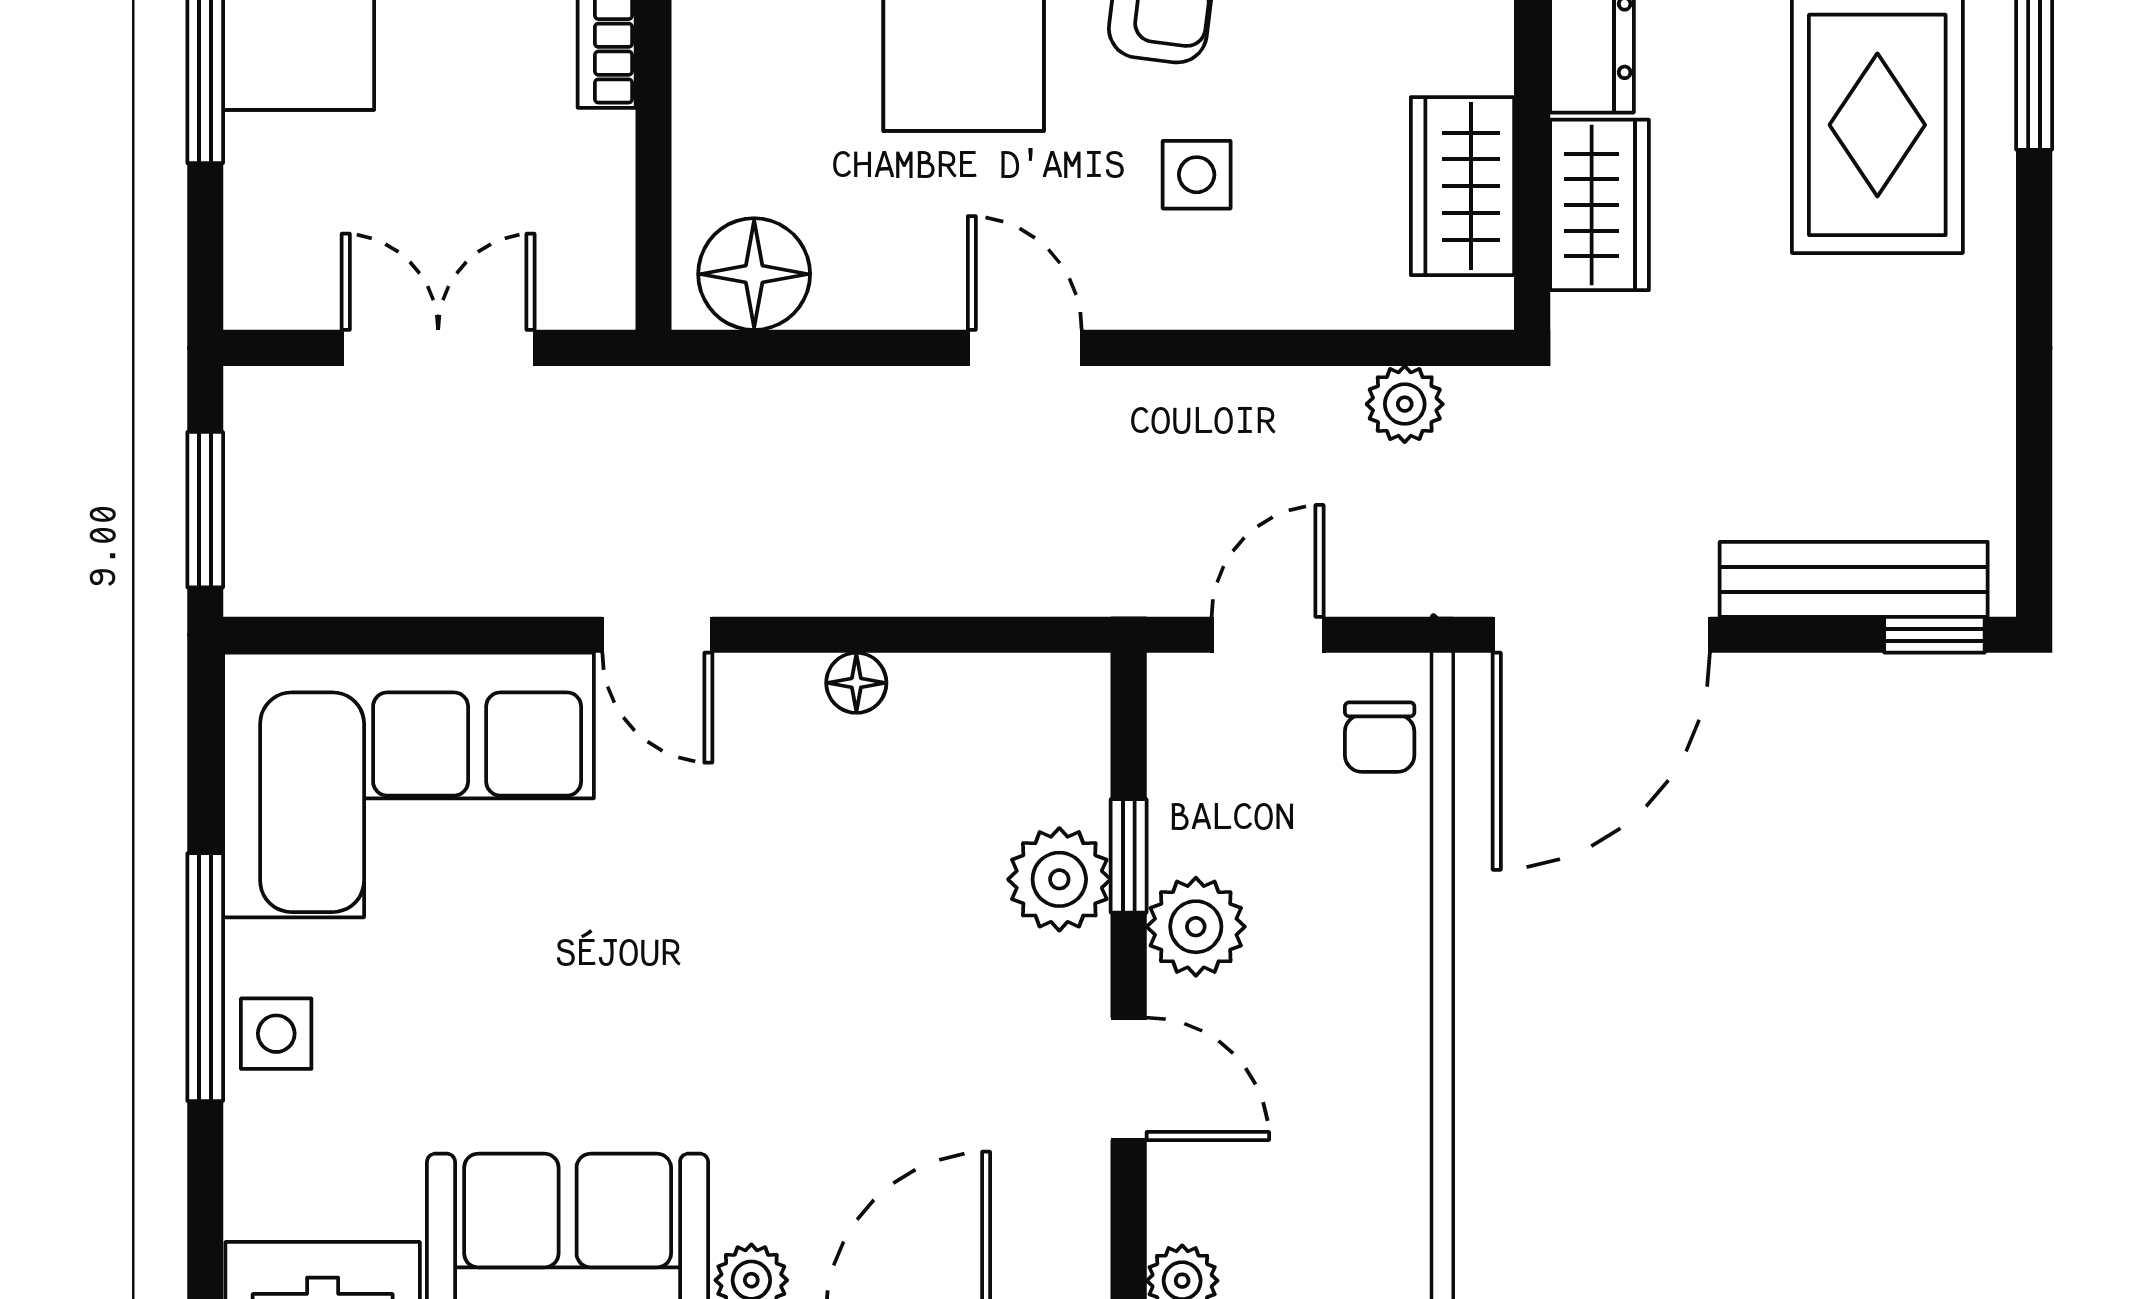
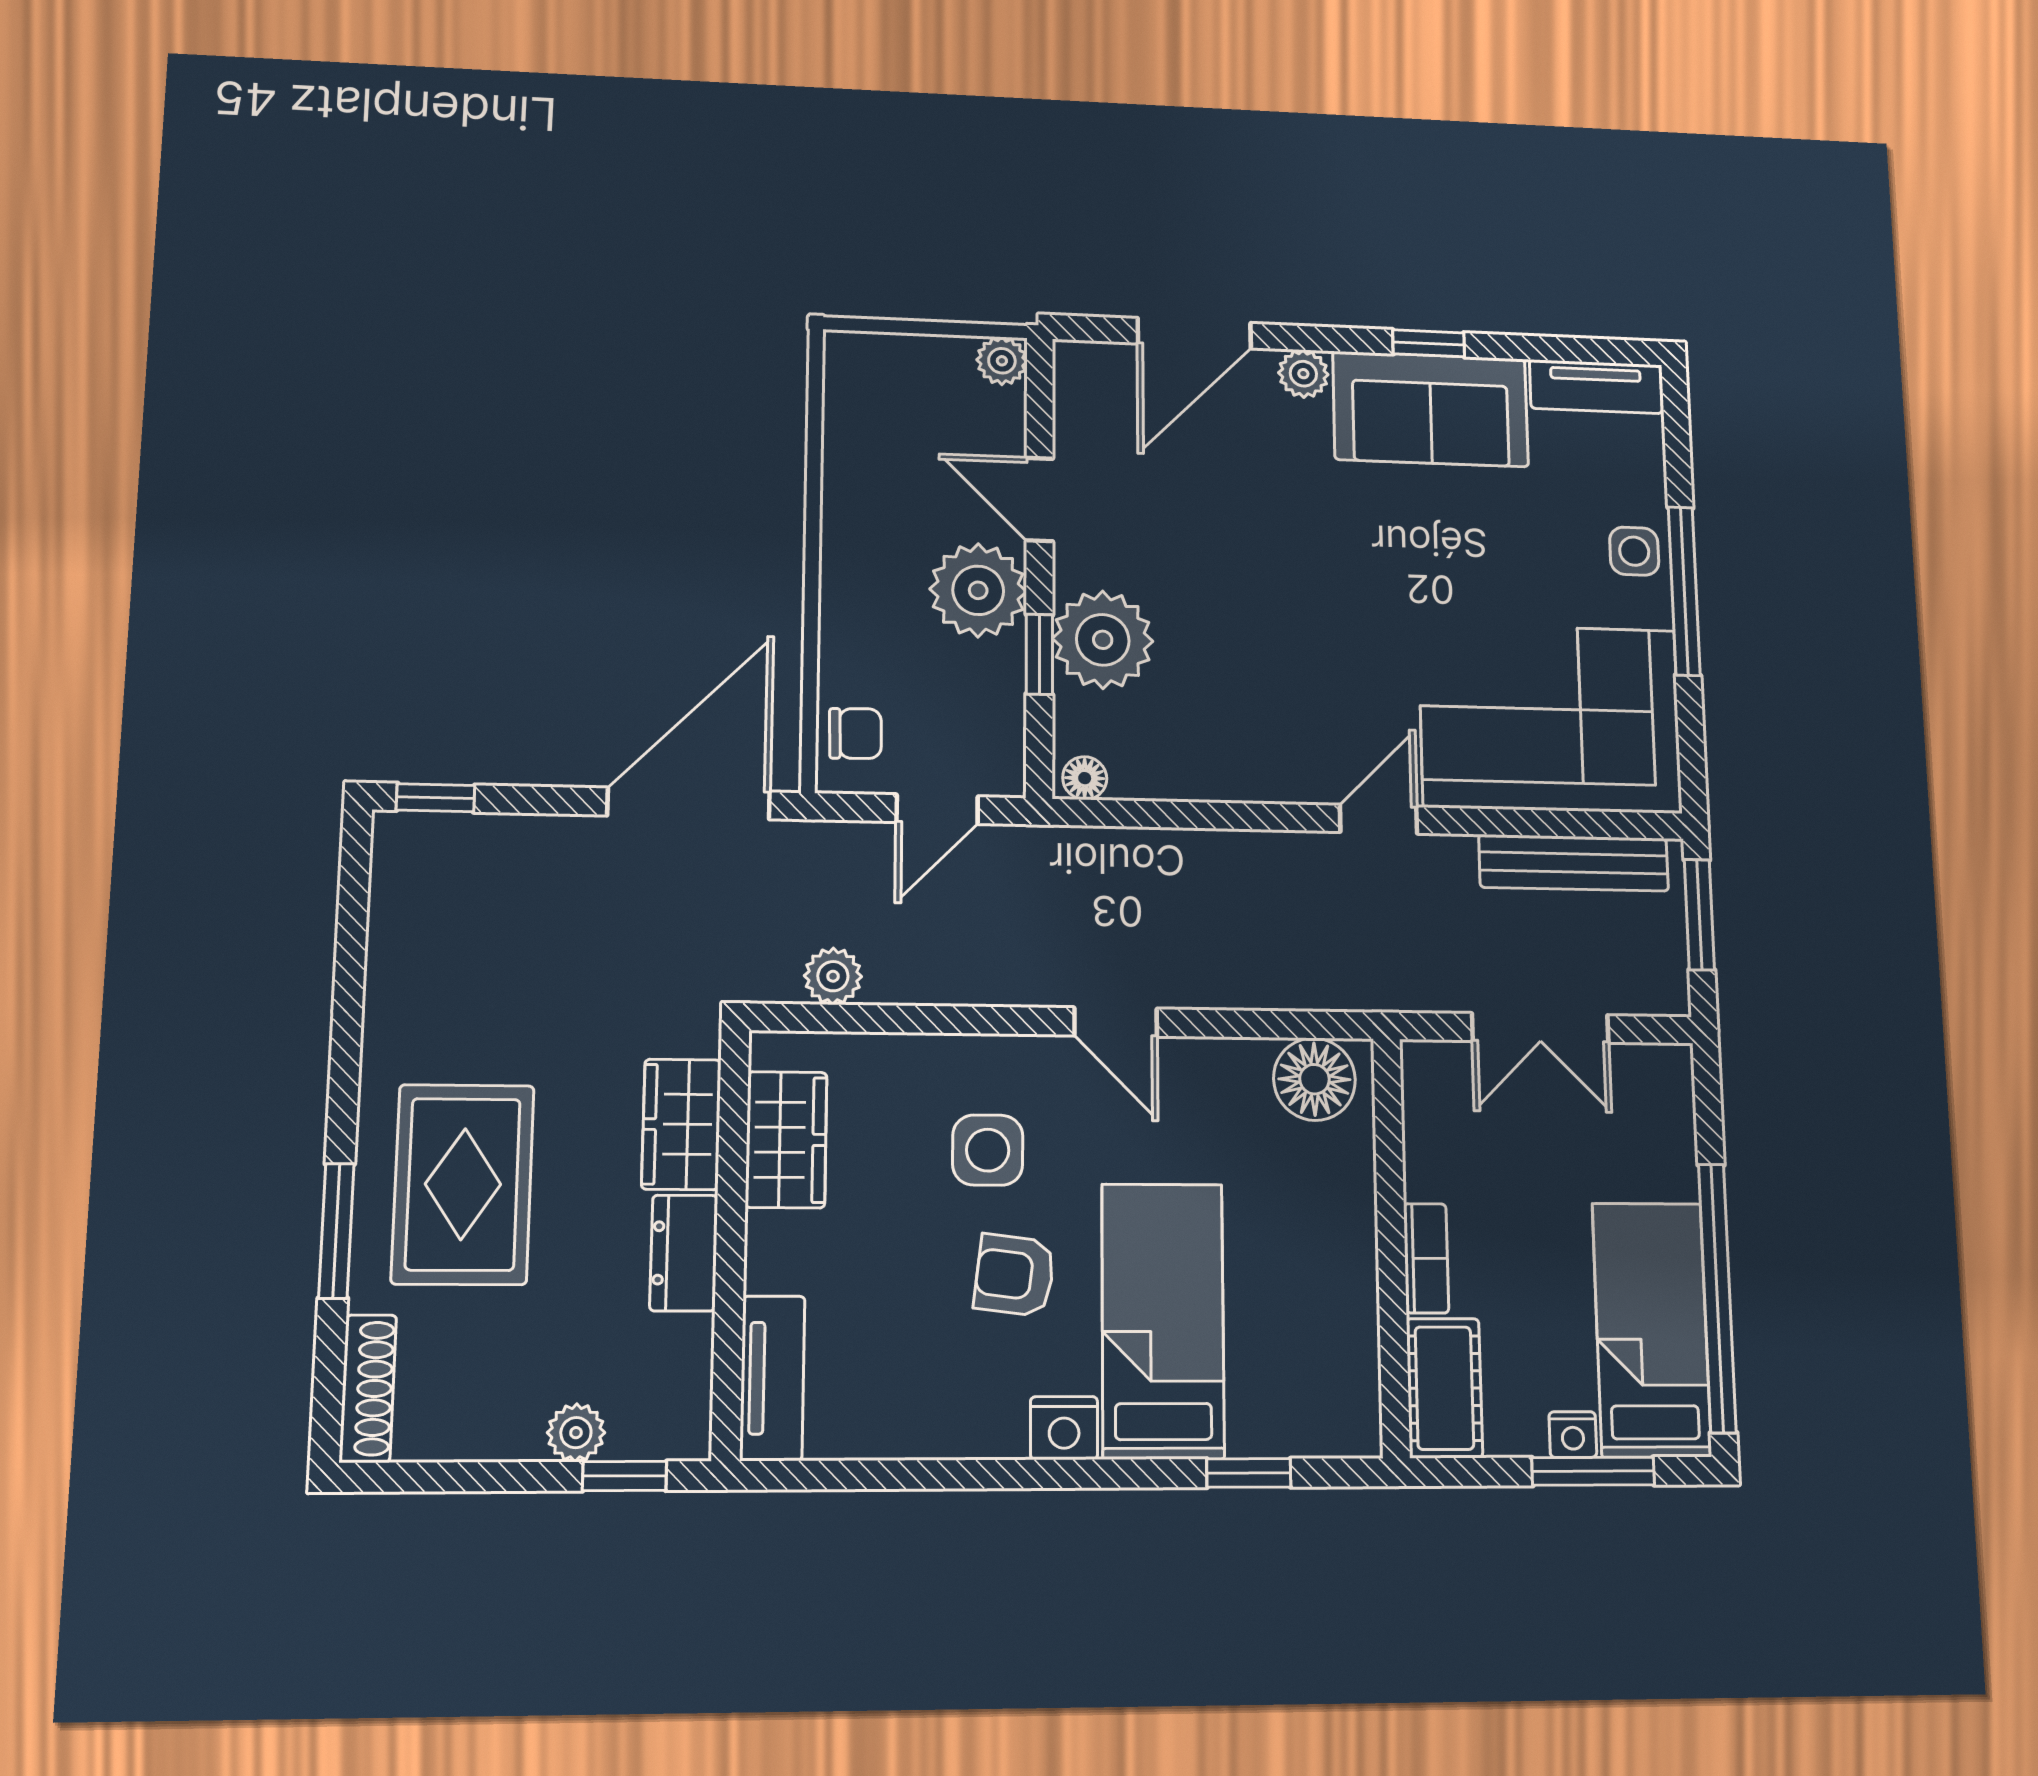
side table: (1197, 175) -> (988, 1150), width x1.37, depth x1.37
bench: (1854, 579) -> (1574, 863), moved
door: (657, 635) -> (1379, 819), hinge flipped
floor lamp: (856, 683) -> (1085, 778), moved
chair: (1380, 737) -> (855, 734), turned 89
plant: (1059, 879) -> (1103, 640), width x1.36, depth x1.36
plant: (1196, 927) -> (978, 590), width x1.36, depth x1.36

